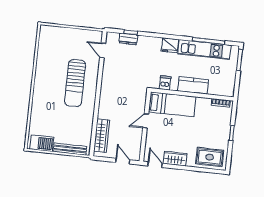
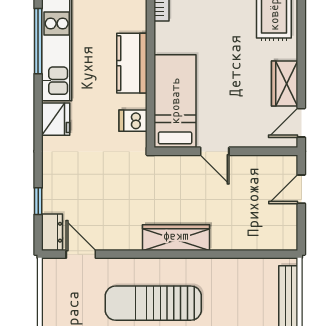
dresser: (128, 39) -> (52, 232), moved
door: (103, 50) -> (81, 254), swing flipped
sun lounger: (75, 83) -> (153, 303), turned 180
wardrobe: (102, 136) -> (176, 238), moved

